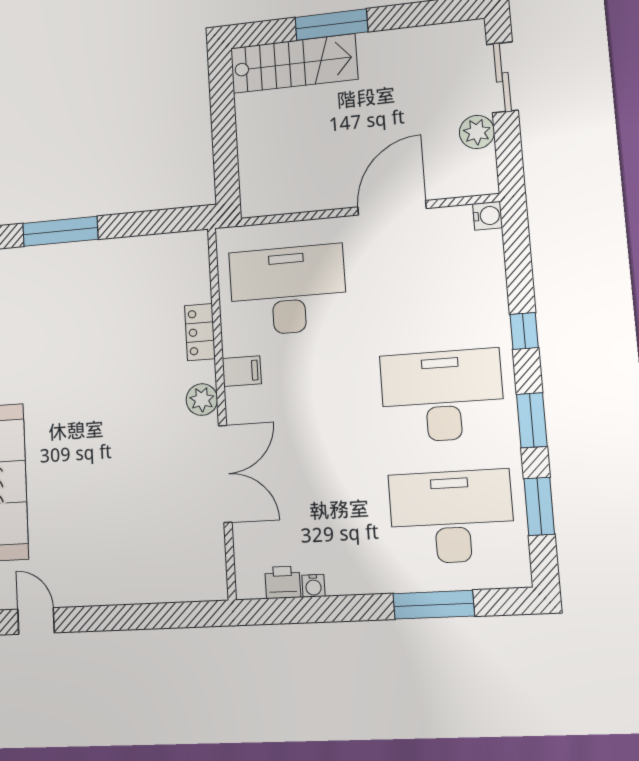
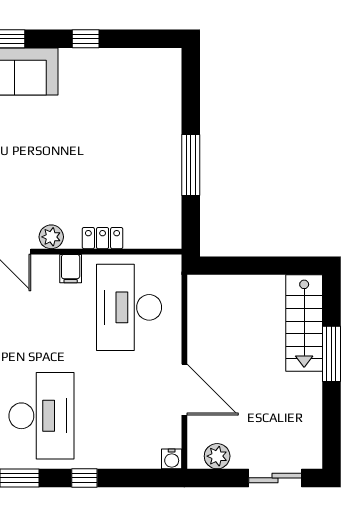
plant: (477, 132) -> (217, 456), moved
window: (60, 231) -> (191, 165), moved
desk: (288, 290) -> (129, 307), turned 180

